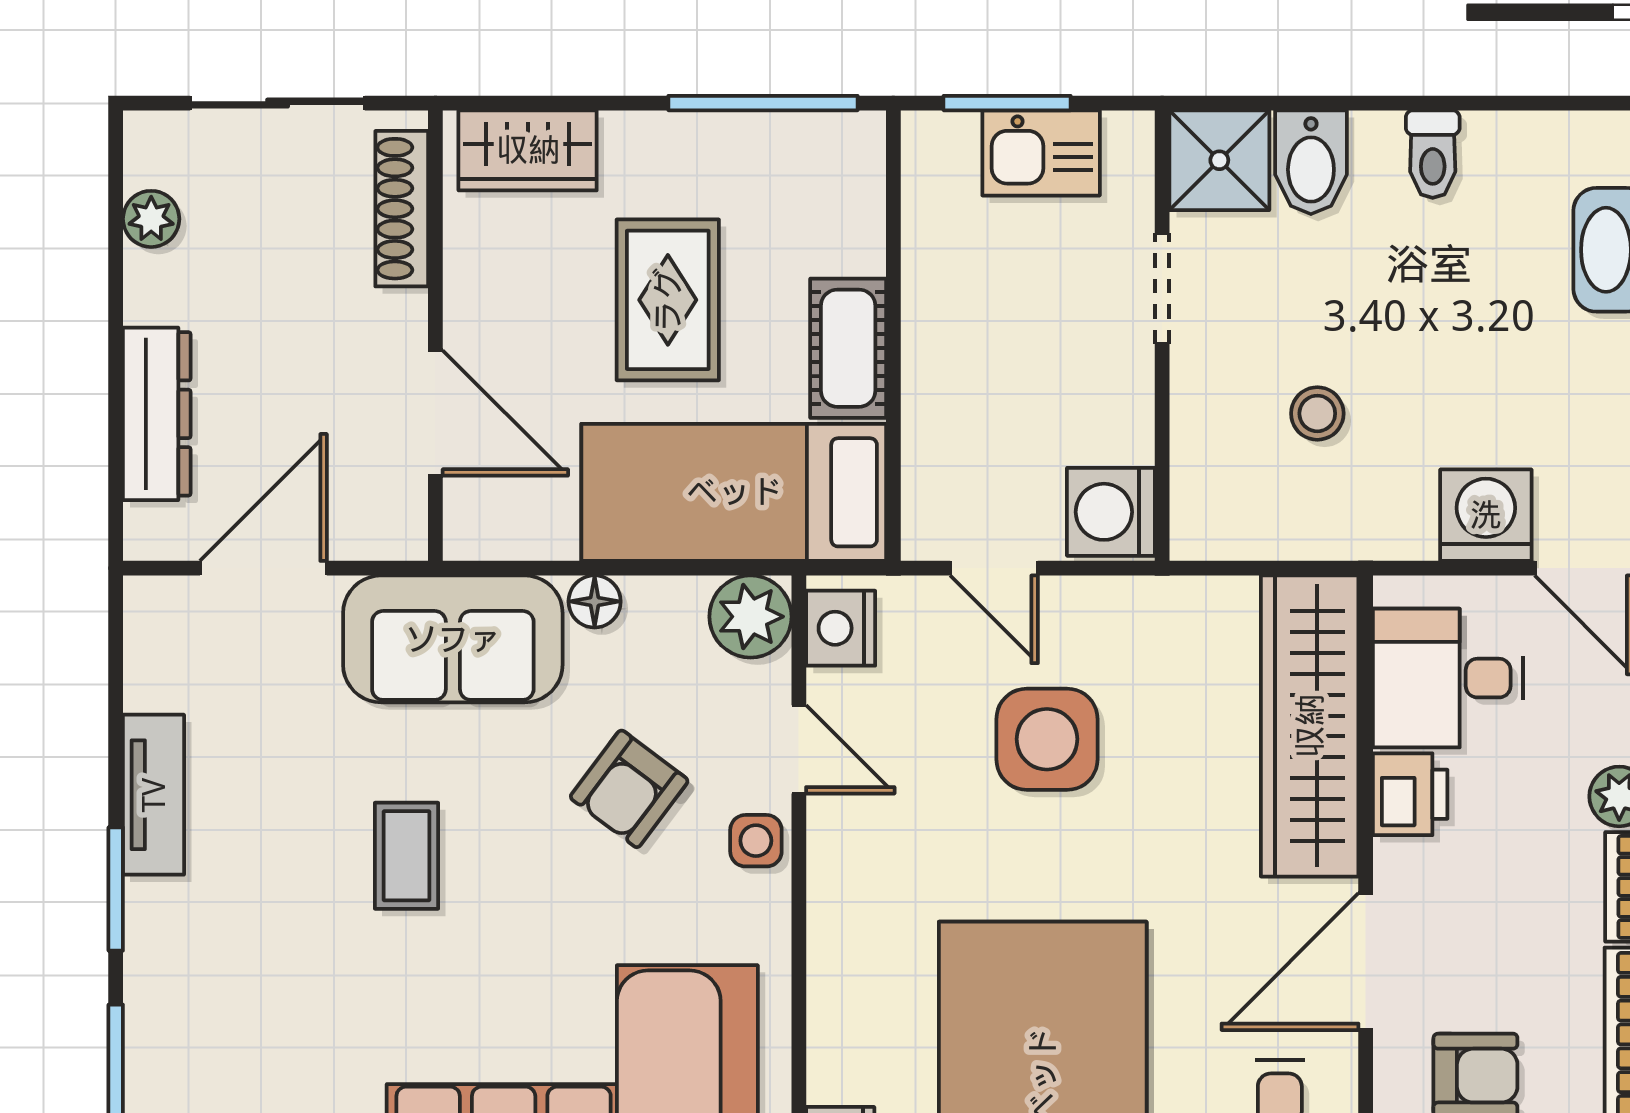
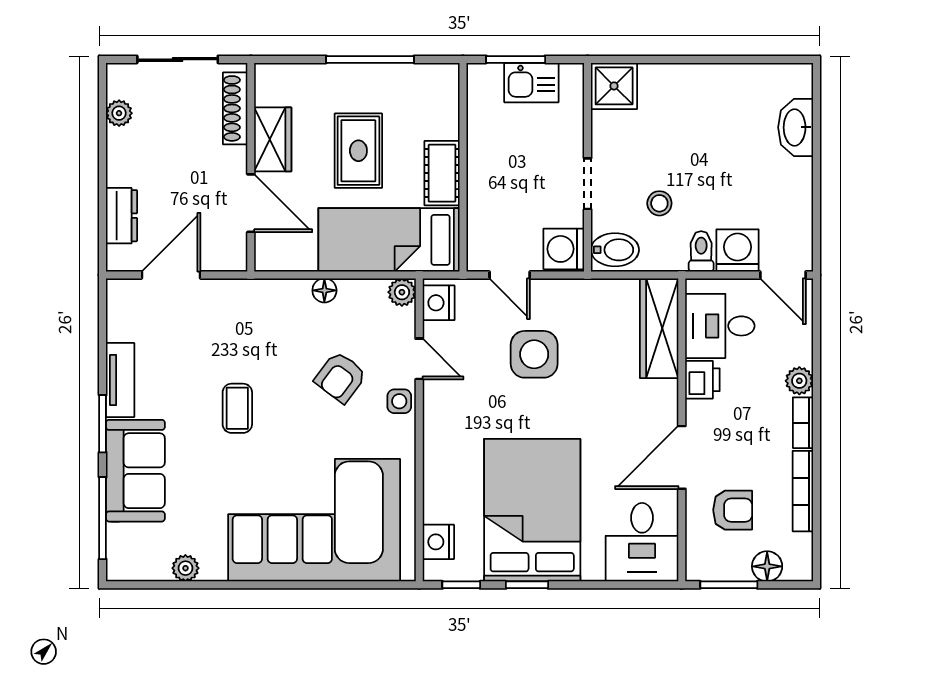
window: (763, 103) -> (370, 59), moved
wardrobe: (528, 150) -> (273, 139), moved, turned -90
toilet: (1433, 154) -> (701, 251), moved, turned 180
bidet: (1311, 162) -> (615, 250), moved, turned -90
doorway: (1162, 289) -> (588, 184), moved
dresser: (157, 414) -> (122, 216), width x0.70
plant: (750, 617) -> (402, 292), width x0.73, depth x0.73
sofa: (453, 639) -> (135, 471), moved, turned -90
wardrobe: (1310, 726) -> (659, 328), width x0.71, depth x0.85

